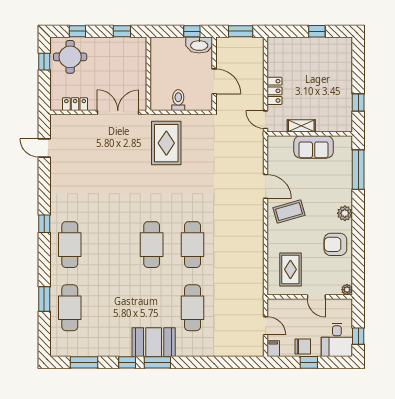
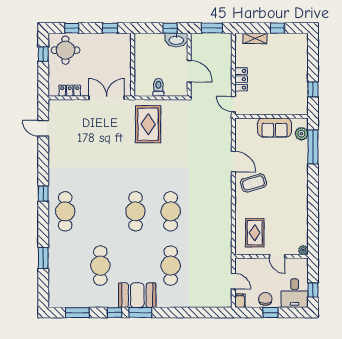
shelving: (301, 126) -> (255, 38), moved
plant: (345, 213) -> (301, 134), moved
armchair: (335, 244) -> (293, 211), removed
cafe table: (70, 308) -> (100, 266), moved
chair: (303, 347) -> (265, 299), turned -90

